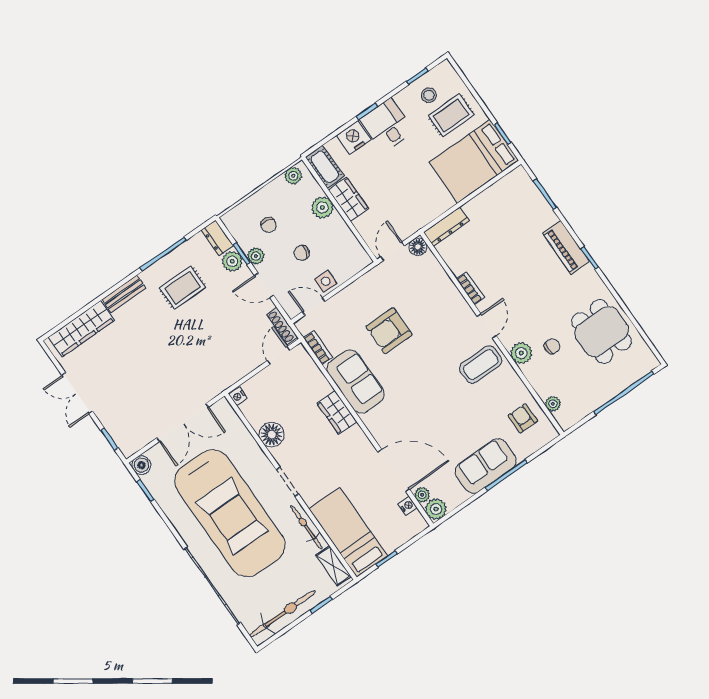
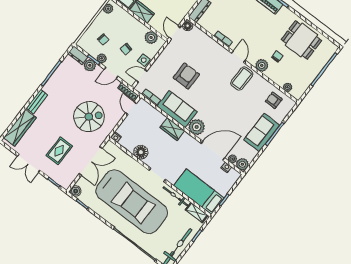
plant: (322, 208) -> (151, 37), moved
rug: (183, 288) -> (59, 151), moved
armchair: (389, 331) -> (186, 76), turned 180
spiral stairs: (203, 347) -> (89, 117), added
plant: (379, 422) -> (197, 127), added

